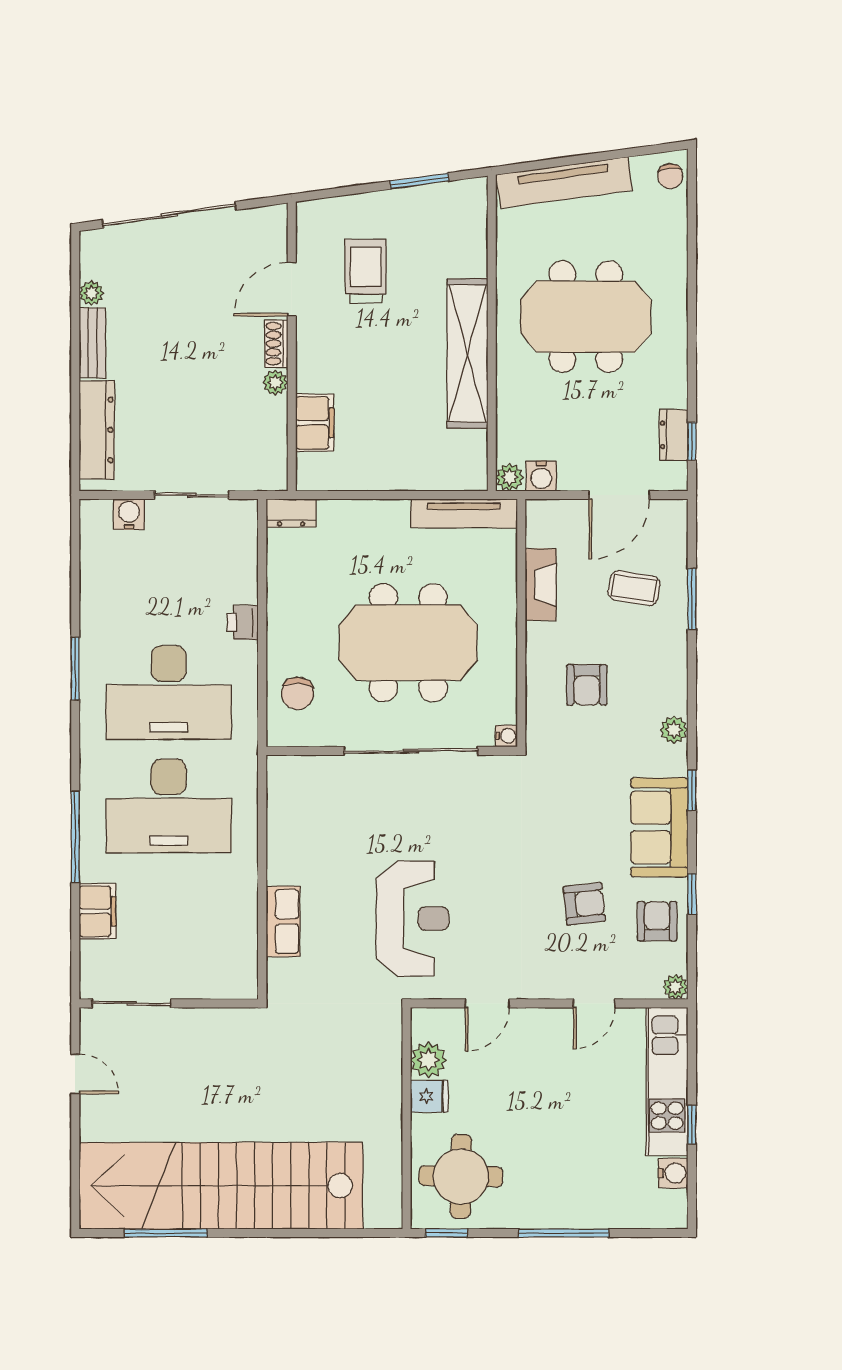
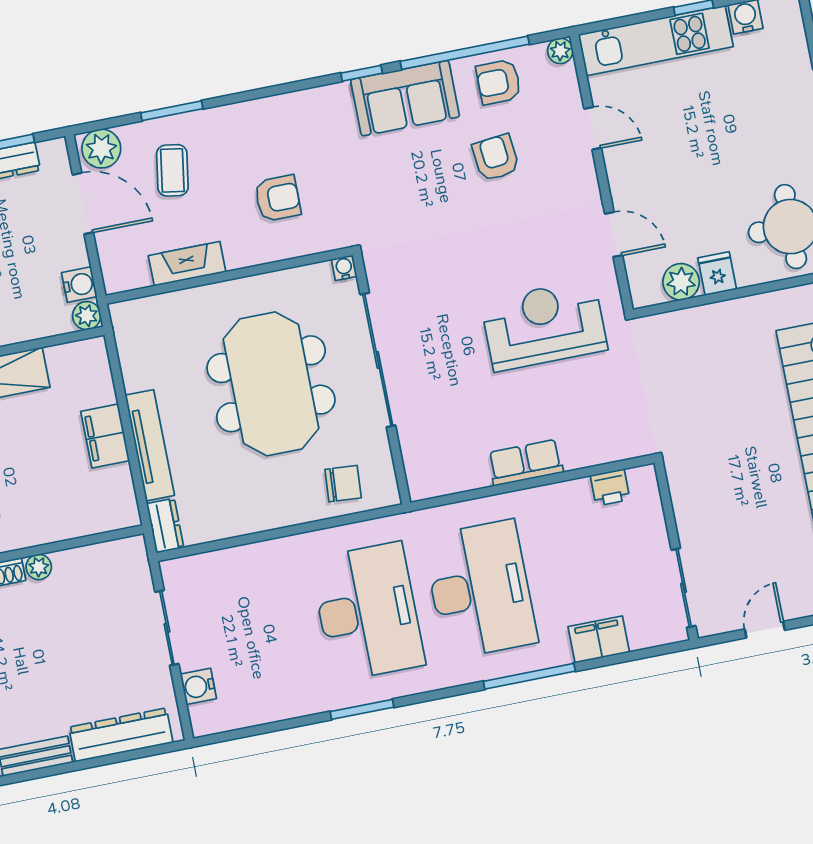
filing cabinet: (315, 423) -> (105, 436), moved, turned -90
tv unit: (464, 513) -> (150, 445), moved
printer: (243, 622) -> (610, 487), moved
plant: (674, 730) -> (101, 149), moved, width x1.38, depth x1.38
window: (692, 894) -> (465, 53), width x3.17
row of seats: (283, 921) -> (525, 463), moved

